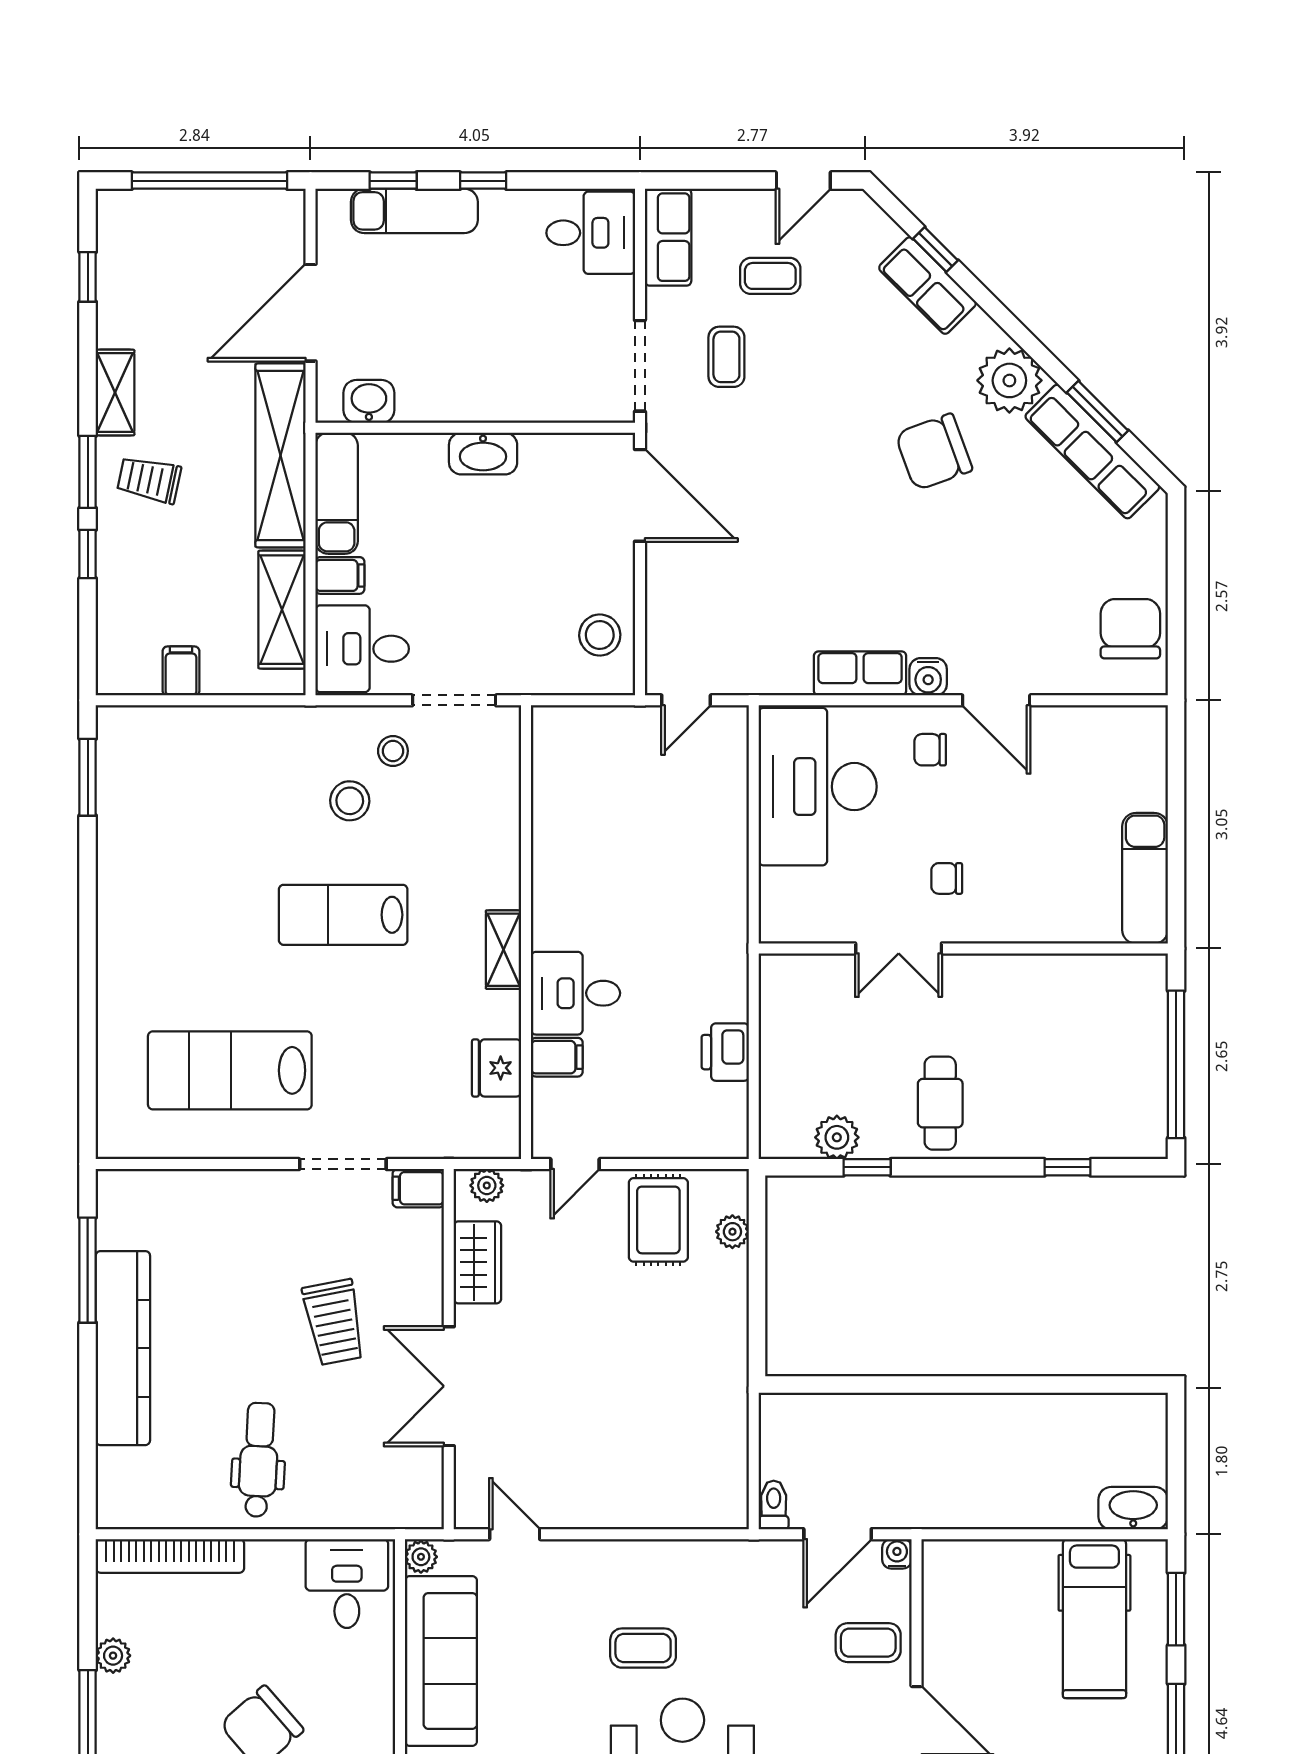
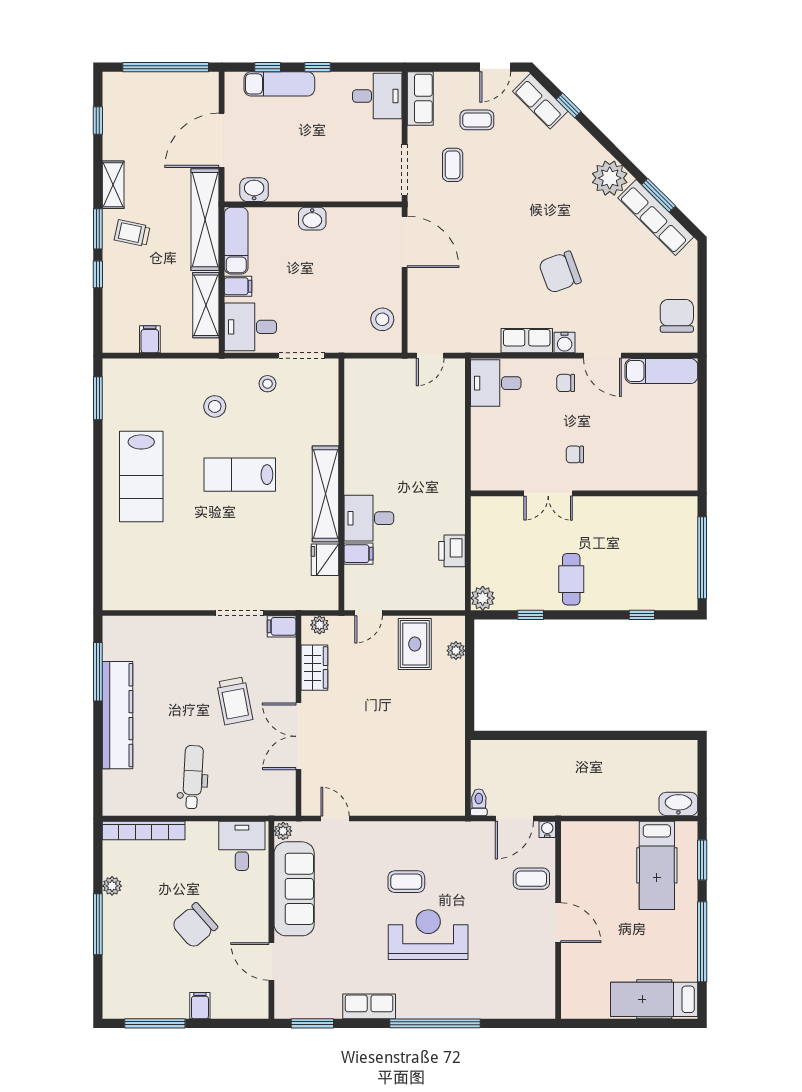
row of seats: (927, 286) -> (540, 101), moved
chair: (934, 452) -> (560, 272), moved
washbasin: (483, 454) -> (312, 219), width x0.72
desk: (818, 787) -> (496, 383), width x0.53, depth x0.77
stool: (350, 801) -> (215, 406), moved
exam couch: (1145, 878) -> (661, 371), moved, turned -90
shelving: (504, 950) -> (326, 494), width x2.20, depth x1.33
lab bench: (230, 1070) -> (141, 476), moved, turned -90
plant: (837, 1137) -> (483, 598), moved

